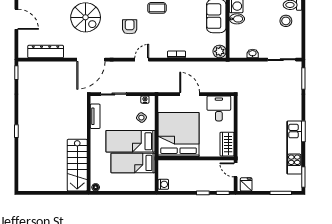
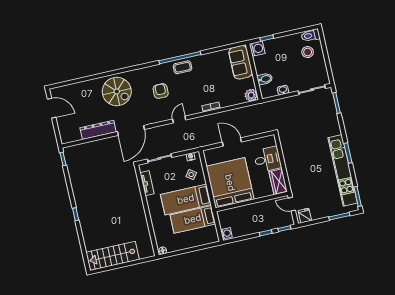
bidet: (237, 19) -> (265, 79), moved
dresser: (46, 52) -> (98, 130), moved
desk: (219, 108) -> (267, 159), moved, turned 90
kitchen unit: (294, 148) -> (343, 170), width x1.36
stairs: (77, 165) -> (113, 256), moved, turned 90

